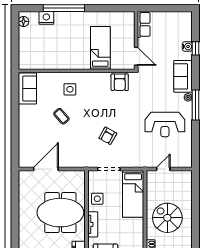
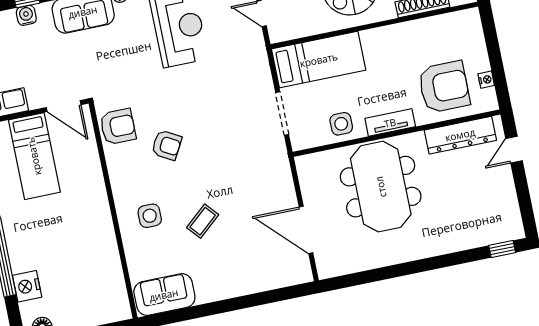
bed: (100, 48) -> (34, 156), moved, turned -90
door: (136, 56) -> (64, 106), swing flipped
armchair: (108, 136) -> (167, 145), moved

